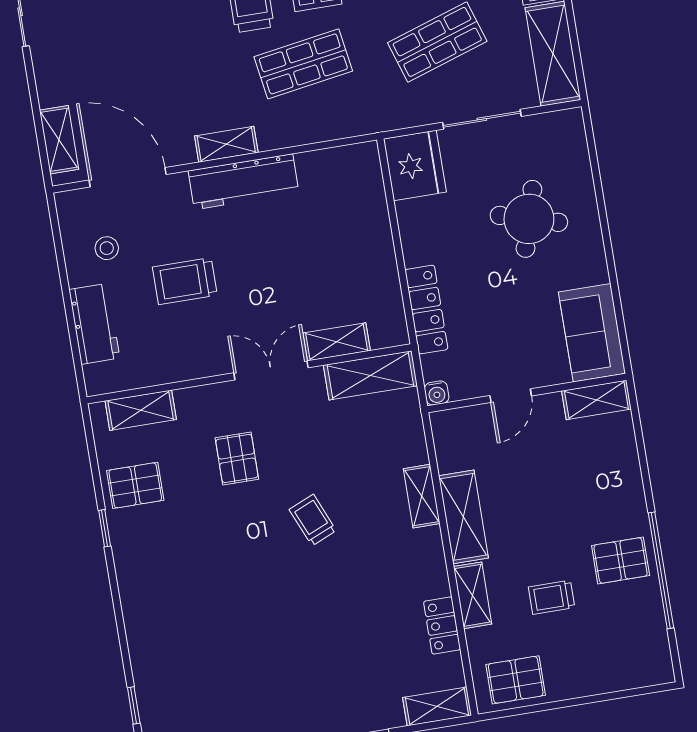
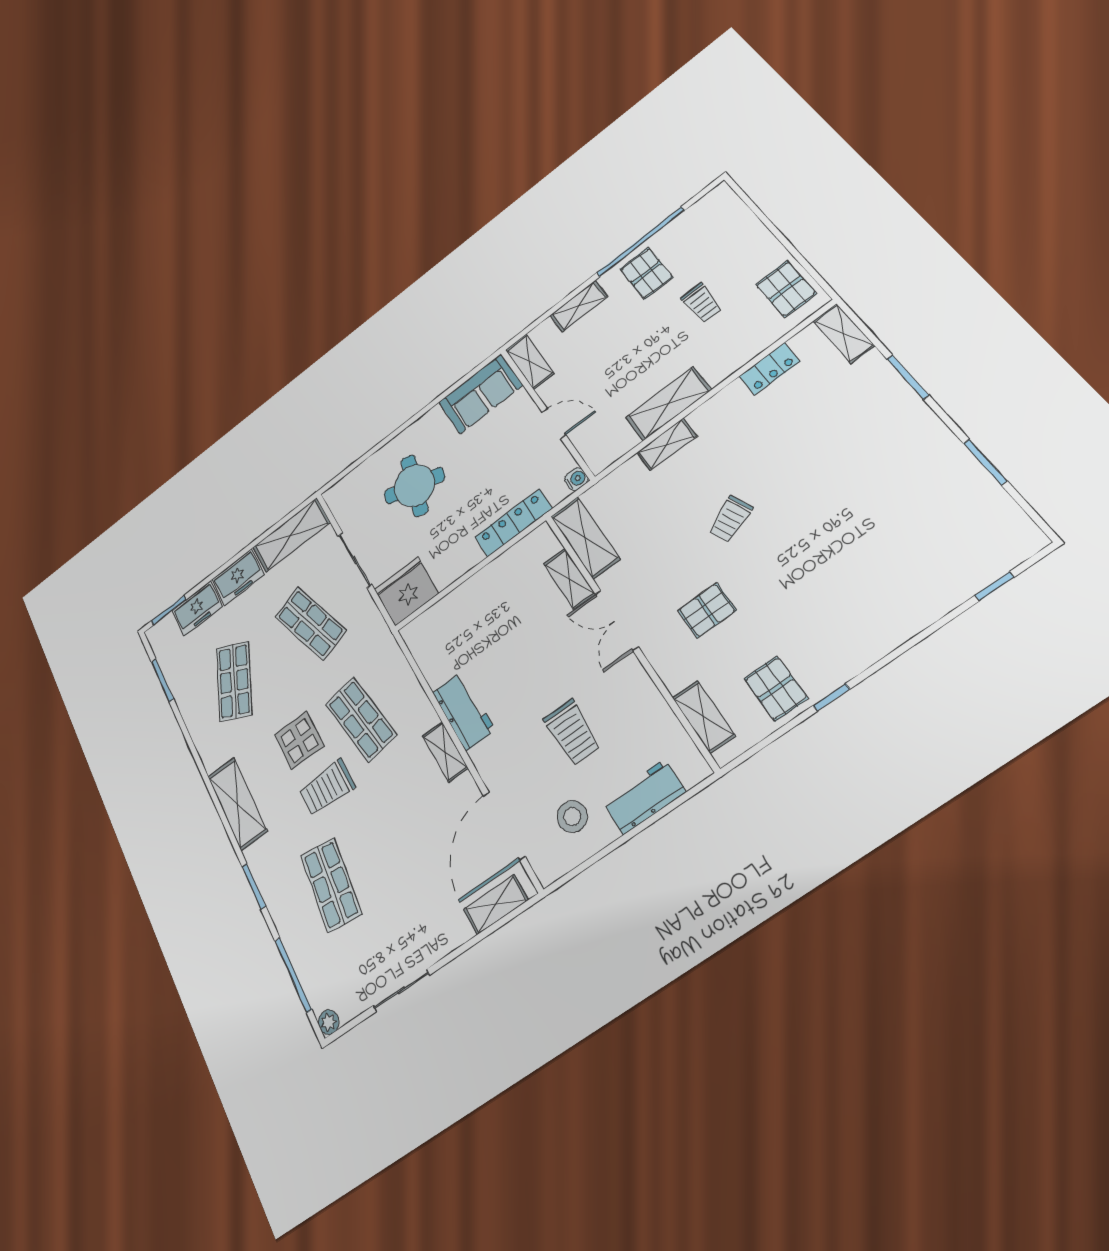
workbench: (244, 182) -> (464, 711), width x0.73
stool: (107, 248) -> (572, 817), width x1.37, depth x1.37
shelving: (473, 595) -> (579, 306), moved

